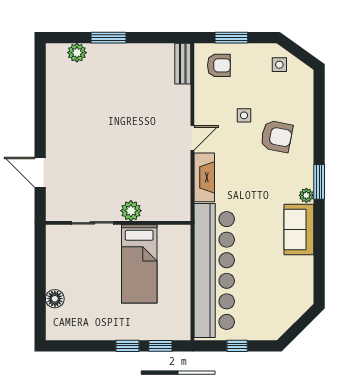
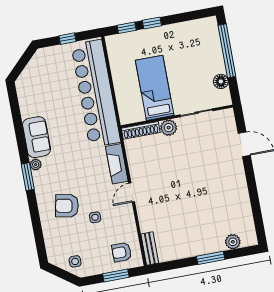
shoe rack: (167, 214) -> (141, 130), added
window: (40, 294) -> (227, 51), added
floor lamp: (55, 299) -> (221, 81), moved

